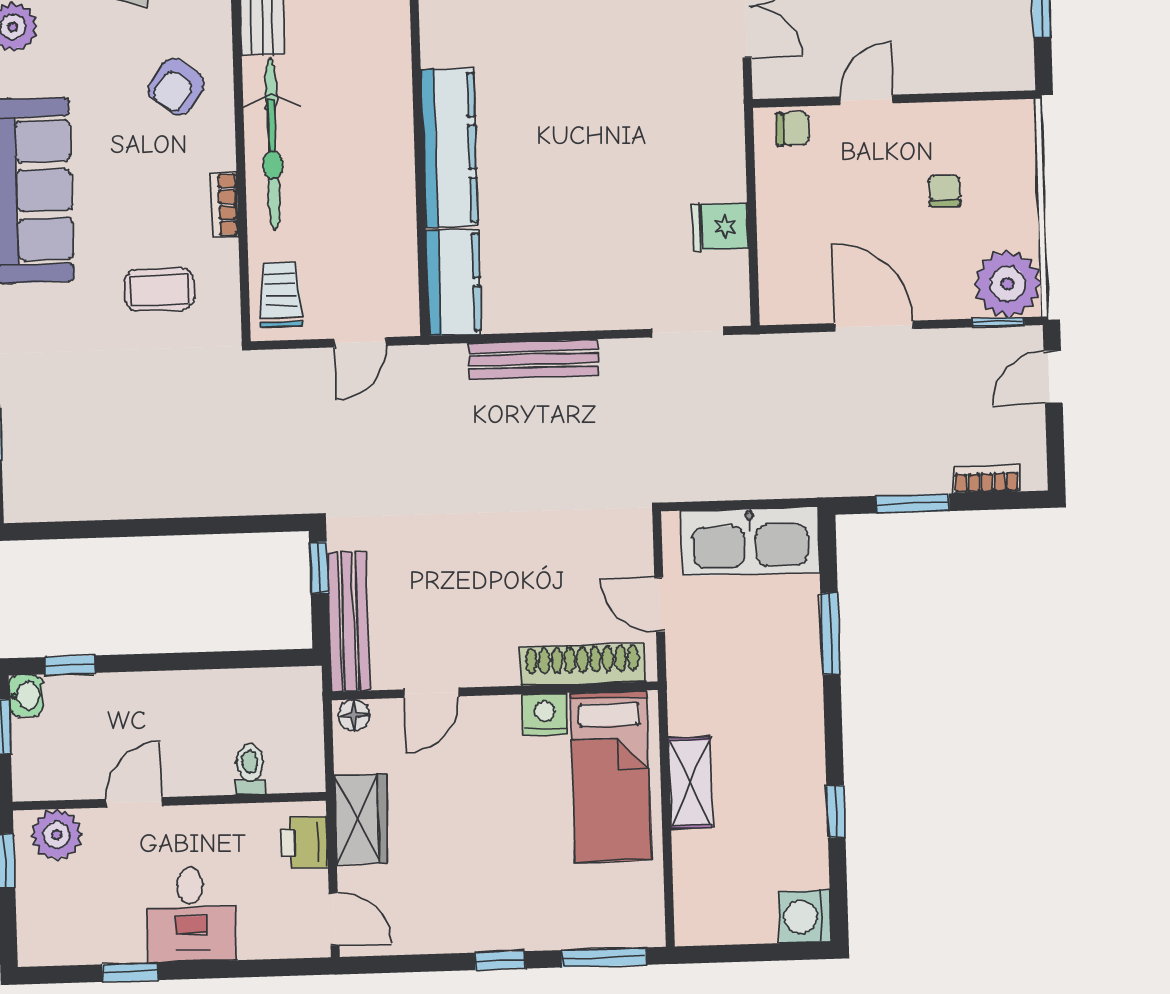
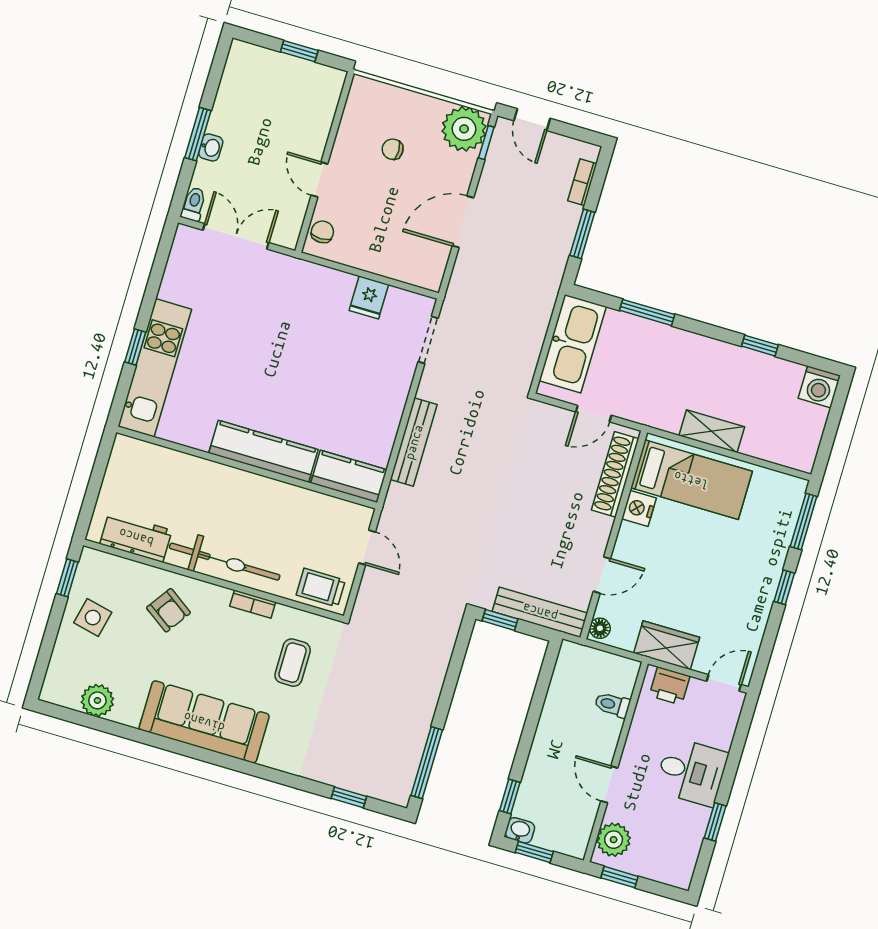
window: (79, 530) -> (427, 763), added
door: (431, 693) -> (602, 575), hinge flipped

